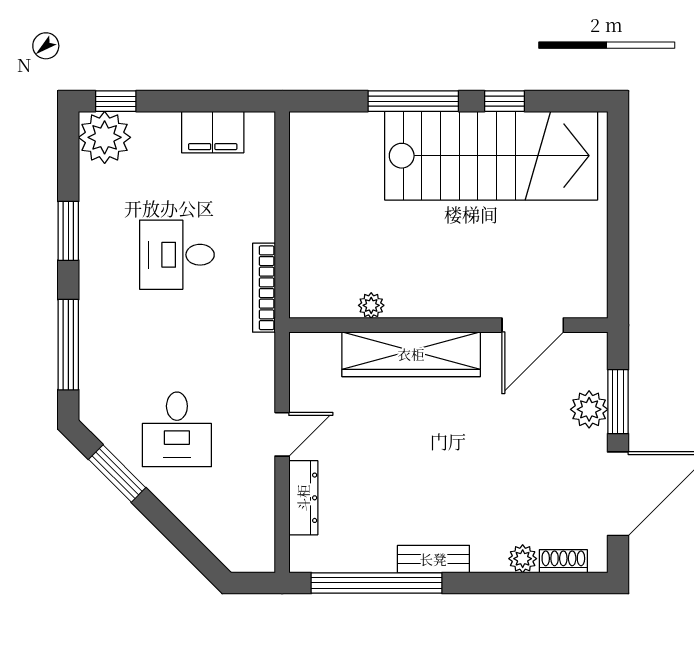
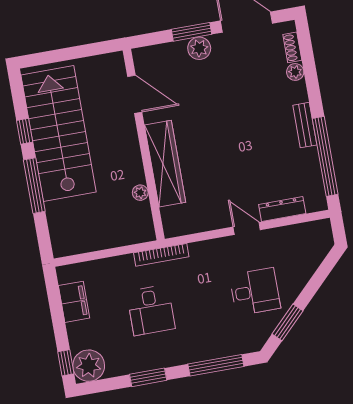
plant: (371, 305) -> (140, 193), moved
wall: (448, 325) -> (144, 145), moved
door: (533, 325) -> (135, 94), moved
wardrobe: (411, 354) -> (165, 164), moved

